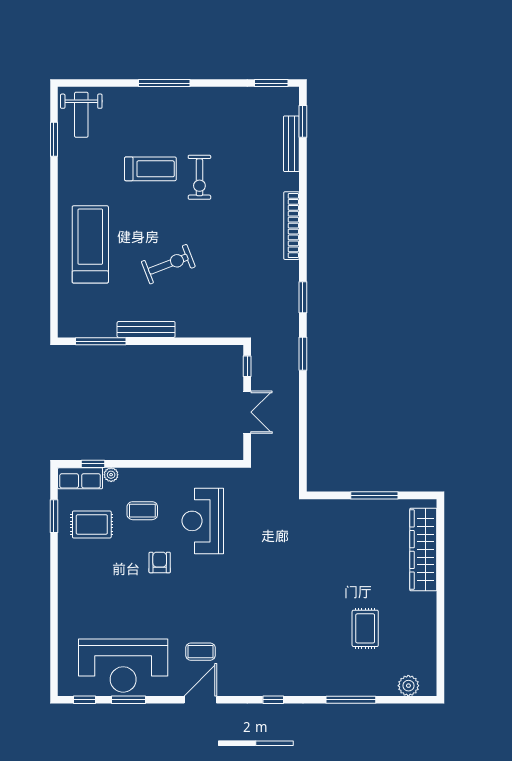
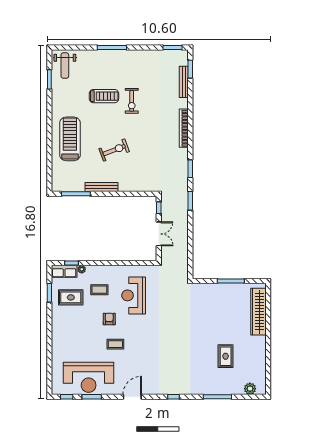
coffee table: (200, 652) -> (115, 344), moved

